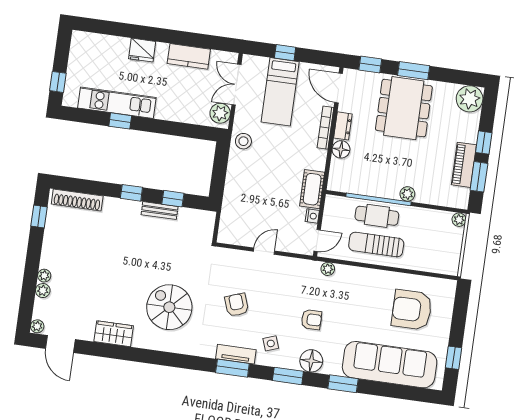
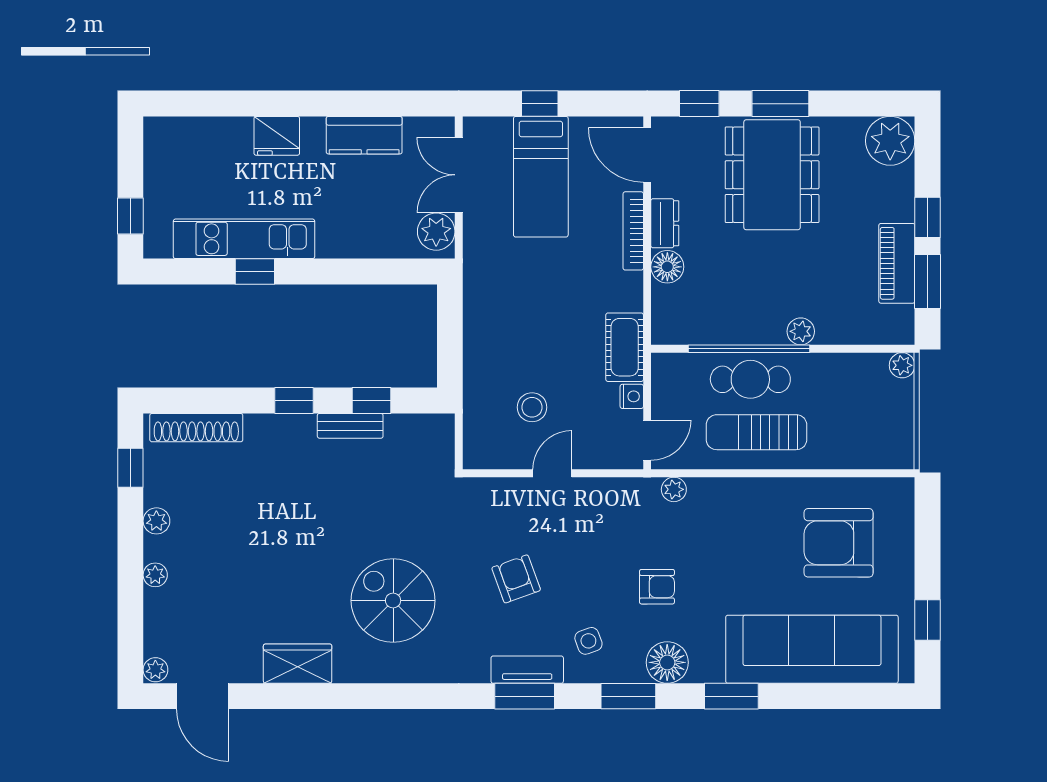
stool: (243, 141) -> (532, 407), moved
plant: (43, 291) -> (156, 521), moved

